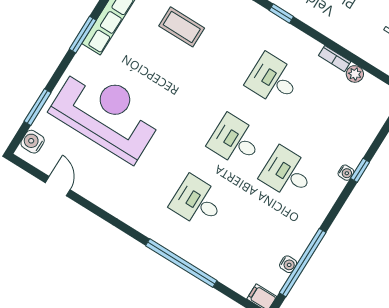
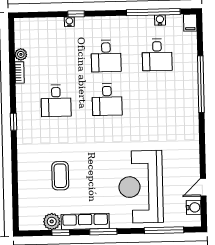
window: (38, 107) -> (164, 230), width x1.44
water cooler: (33, 142) -> (194, 207), moved, turned -90
water cooler: (346, 173) -> (69, 22), moved
desk: (197, 202) -> (157, 55), moved

